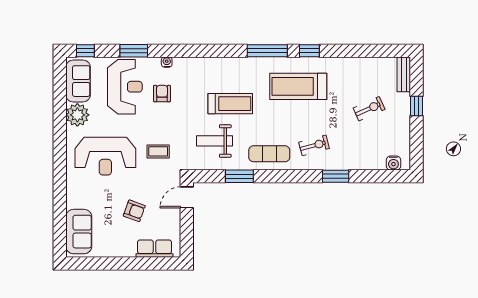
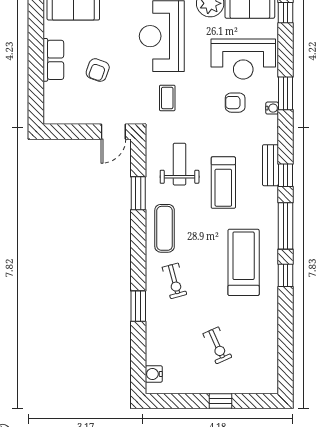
window: (134, 51) -> (285, 93), moved
window: (224, 51) -> (285, 175), added
bench: (404, 74) -> (270, 165), moved, turned 90
armchair: (162, 94) -> (235, 103), turned 180
door: (187, 197) -> (113, 132), swing flipped
row of seats: (154, 249) -> (53, 60), moved

